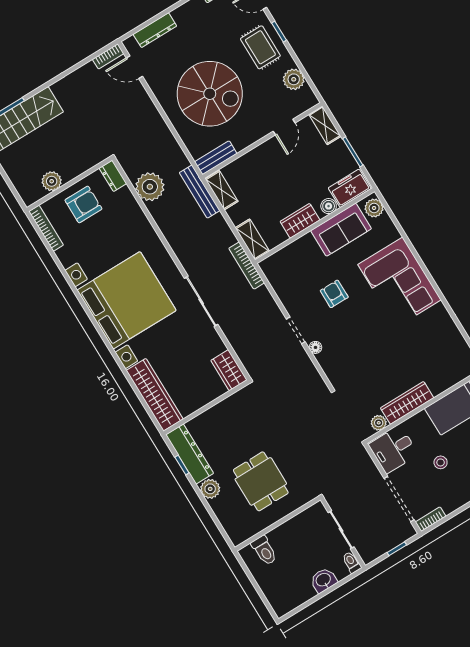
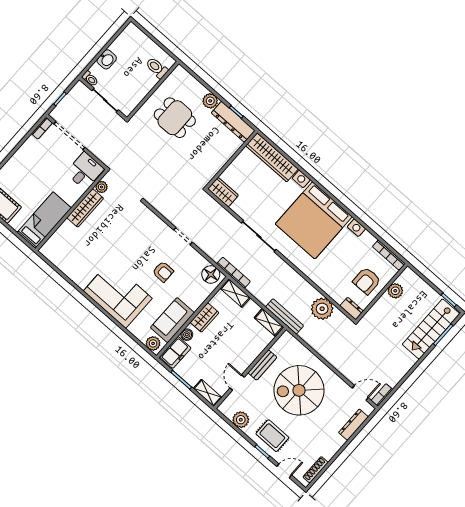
bench: (216, 158) -> (262, 365), moved
floor lamp: (315, 347) -> (211, 274), moved, width x1.89, depth x1.89
stool: (441, 462) -> (47, 172), removed

